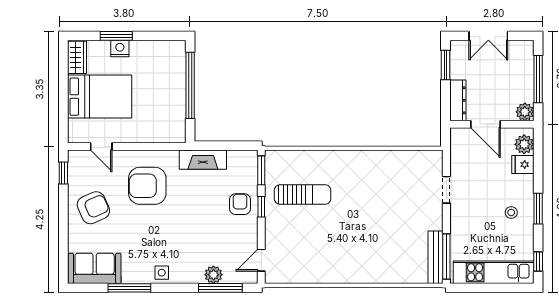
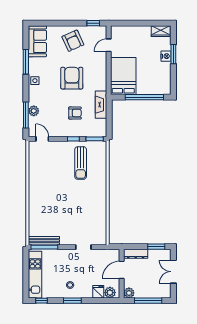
bed: (100, 97) -> (123, 76), moved, turned 180
armchair: (147, 186) -> (72, 78), moved
armchair: (240, 204) -> (75, 113), moved

